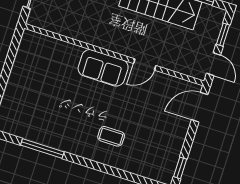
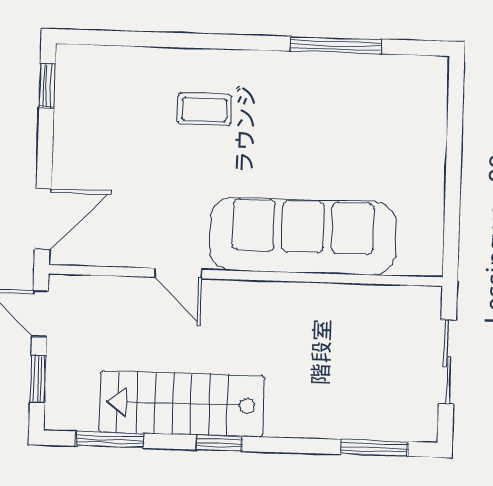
door: (145, 64) -> (178, 273), swing flipped
sofa: (103, 68) -> (303, 236), width x1.85, depth x1.27

